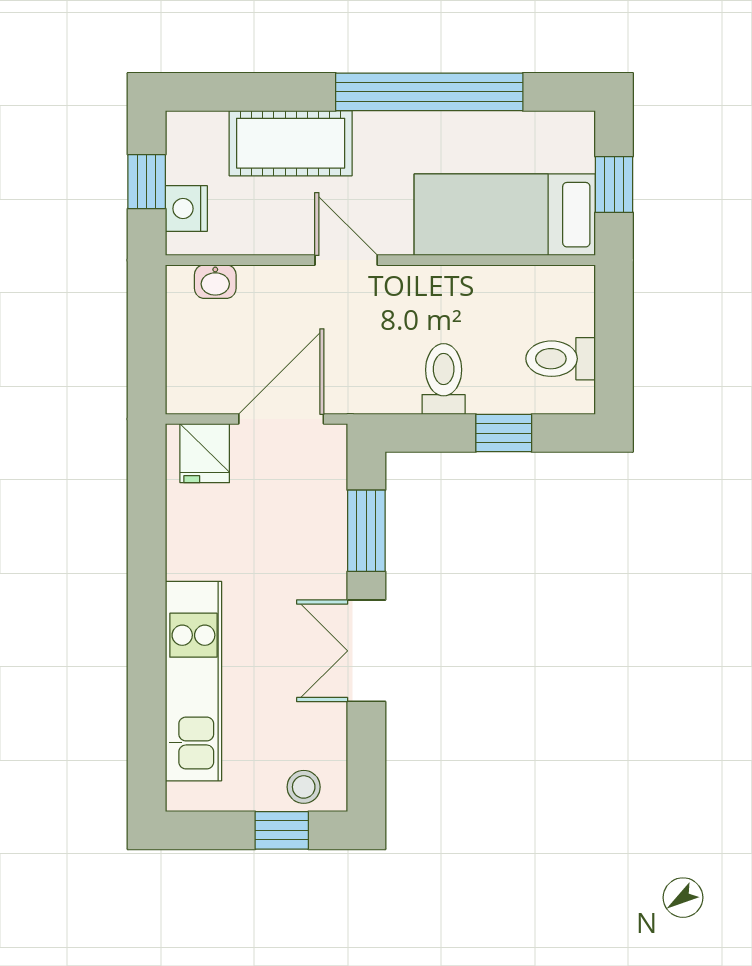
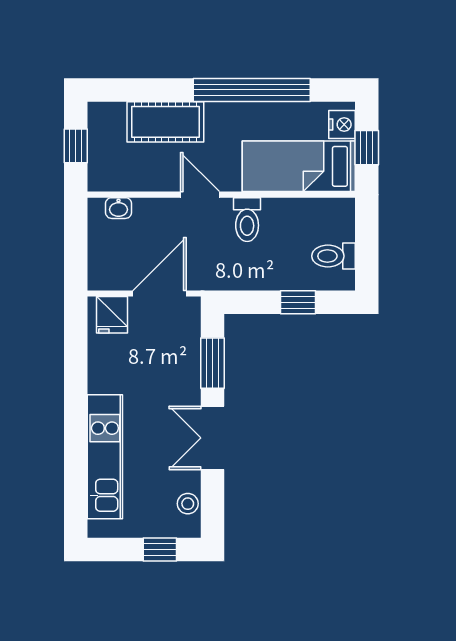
nightstand: (186, 209) -> (342, 124), moved, turned 180
toilet: (444, 379) -> (247, 220), moved, turned 180
stool: (304, 787) -> (188, 504), moved

